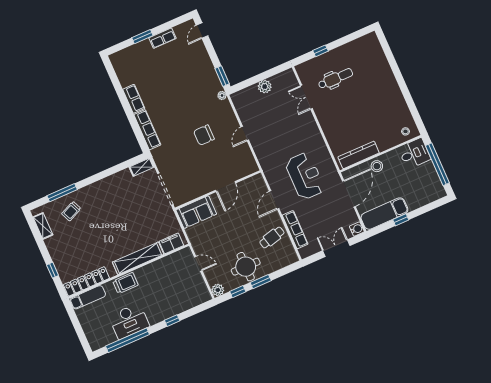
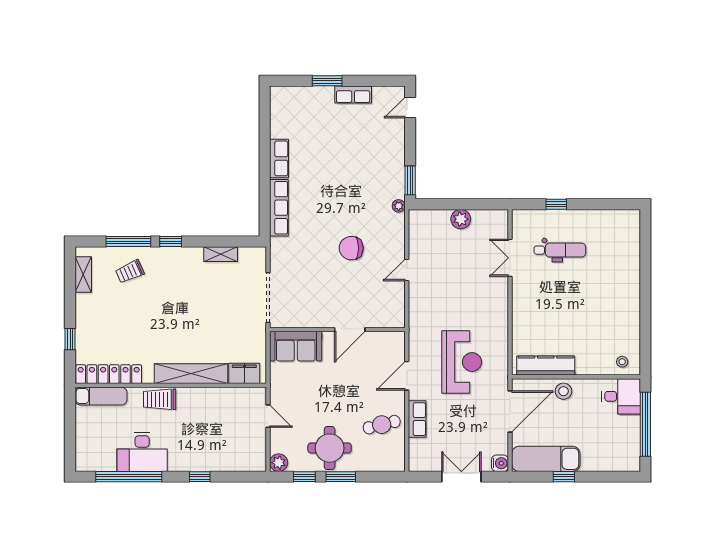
shelving: (142, 167) -> (221, 254), moved
window: (89, 181) -> (171, 241), added
row of seats: (295, 230) -> (417, 419), width x0.68
trolley: (125, 283) -> (160, 399), turned 180

